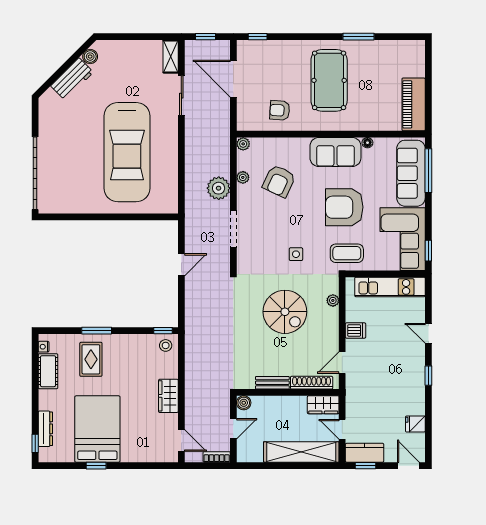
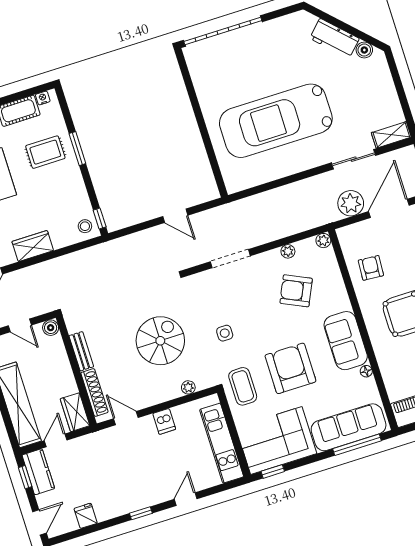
plant: (219, 188) -> (351, 203), moved
spiral stairs: (285, 312) -> (160, 341), turned 180

